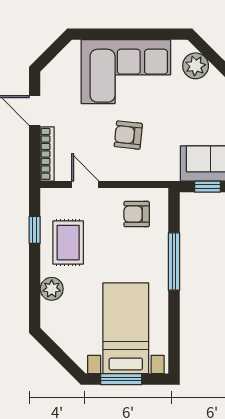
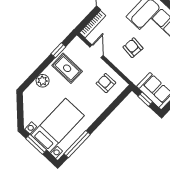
rug: (68, 243) -> (67, 68), turned 90
window: (174, 261) -> (77, 144), moved

